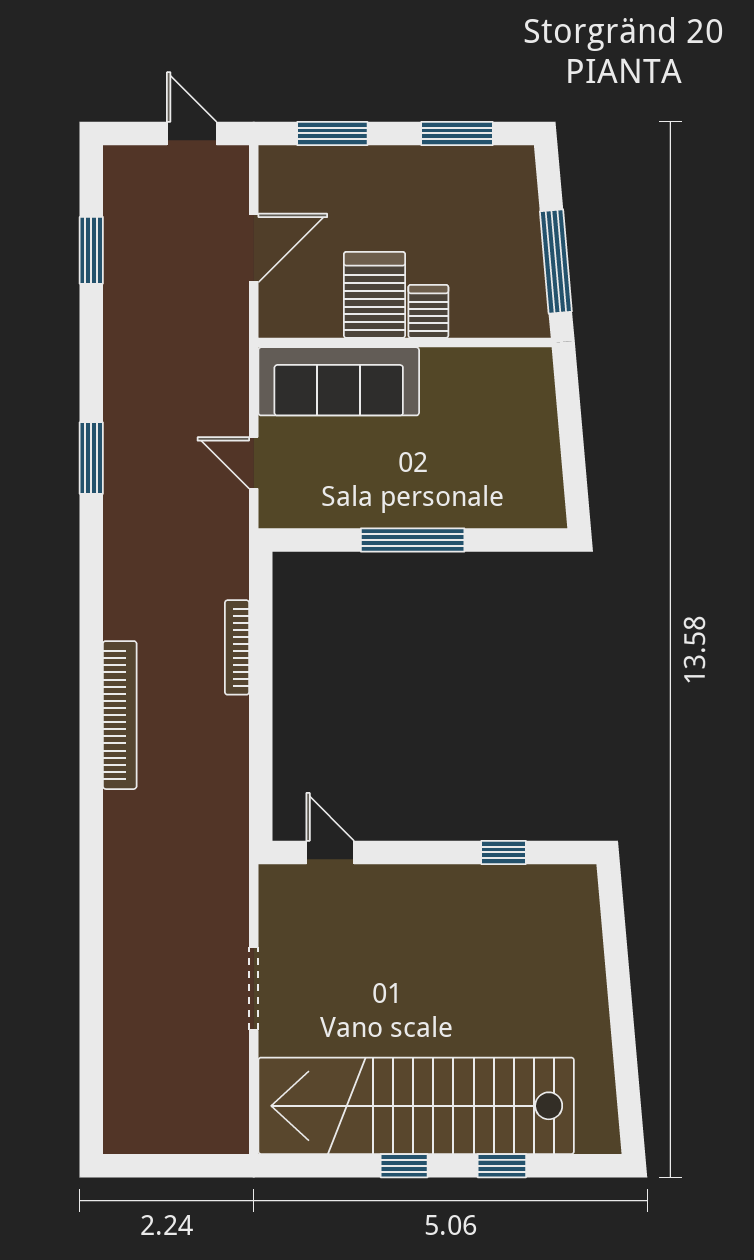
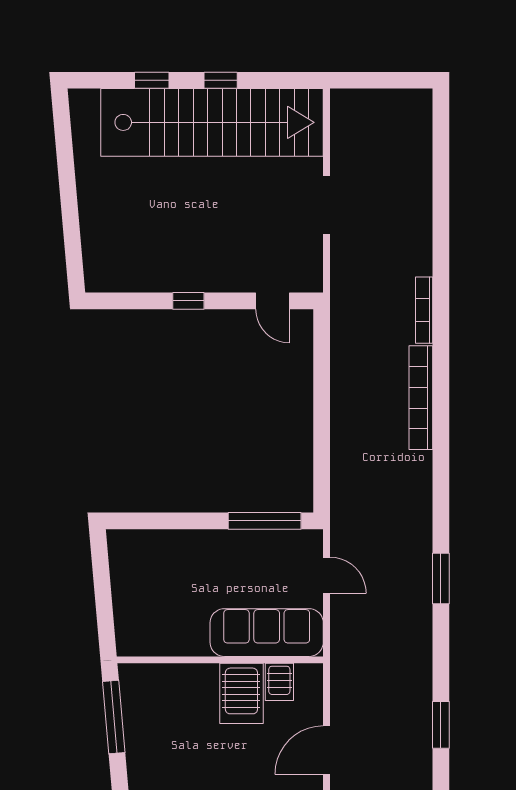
door: (254, 248) -> (326, 750), moved
server rack: (428, 311) -> (279, 682), moved
window: (413, 540) -> (265, 521), moved
bookcase: (237, 647) -> (424, 310), moved, turned 180
window: (504, 852) -> (188, 301), moved

